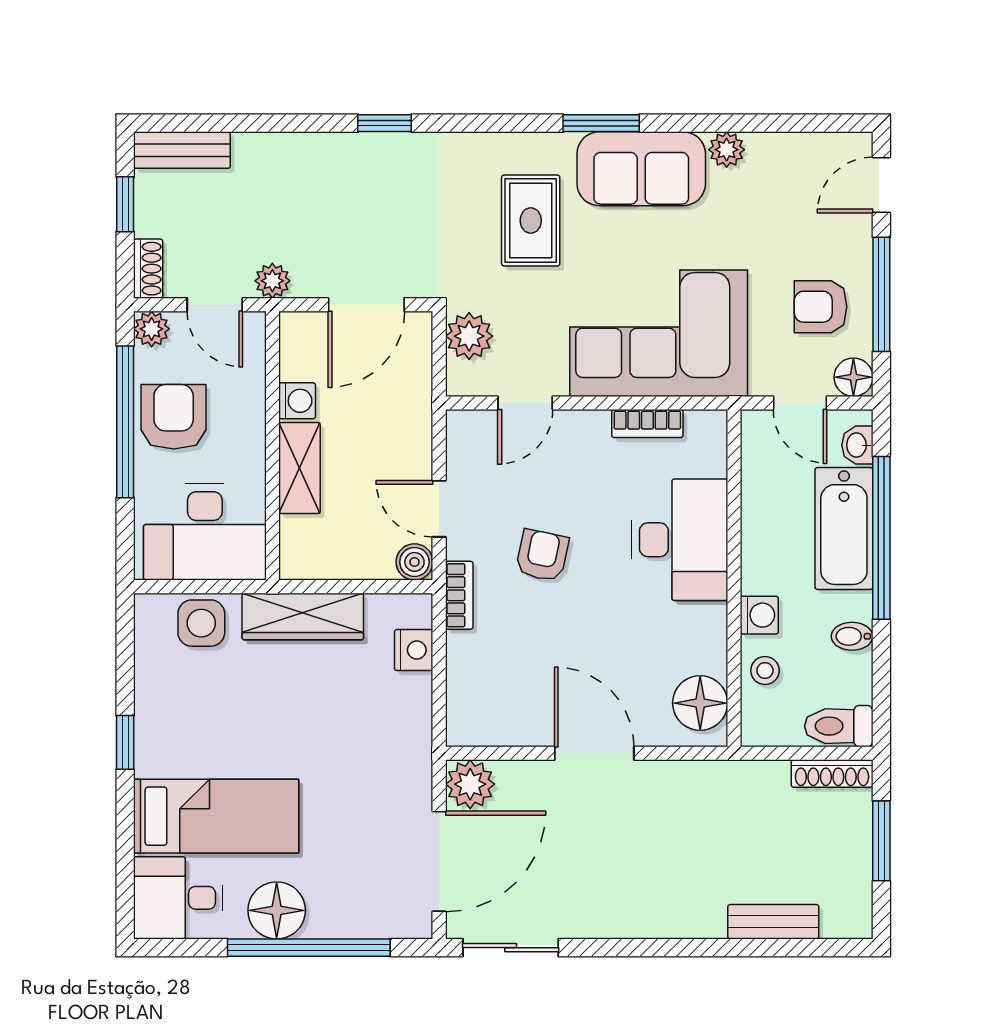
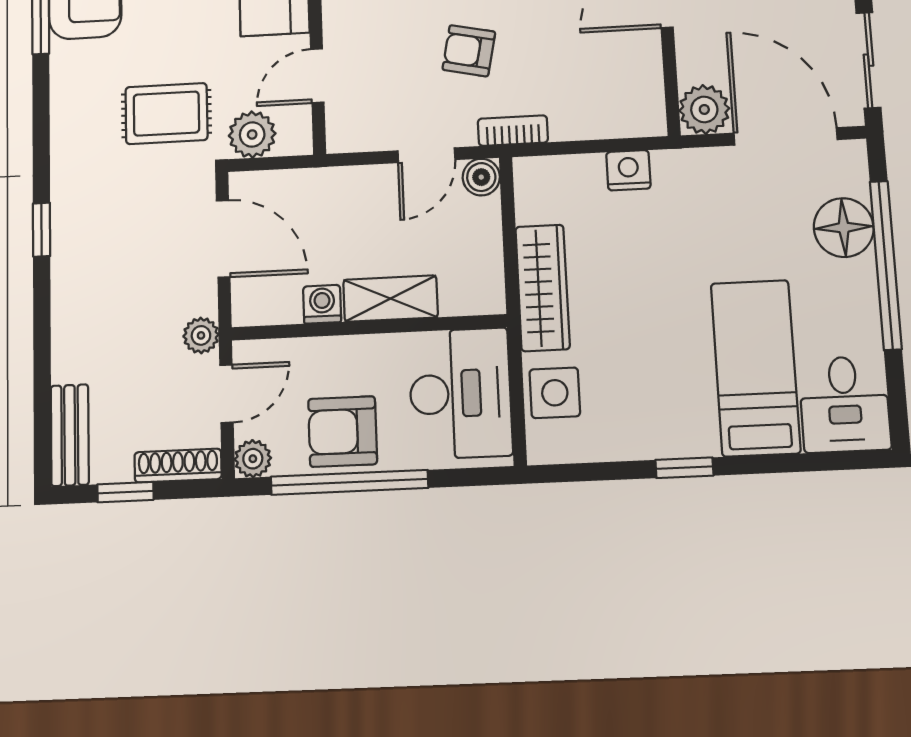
rug: (531, 221) -> (166, 114), moved
shoe rack: (148, 269) -> (178, 466), width x1.43
door: (525, 403) -> (317, 76), swing flipped
nightstand: (414, 650) -> (628, 170), moved
floor lamp: (277, 910) -> (844, 228), moved

